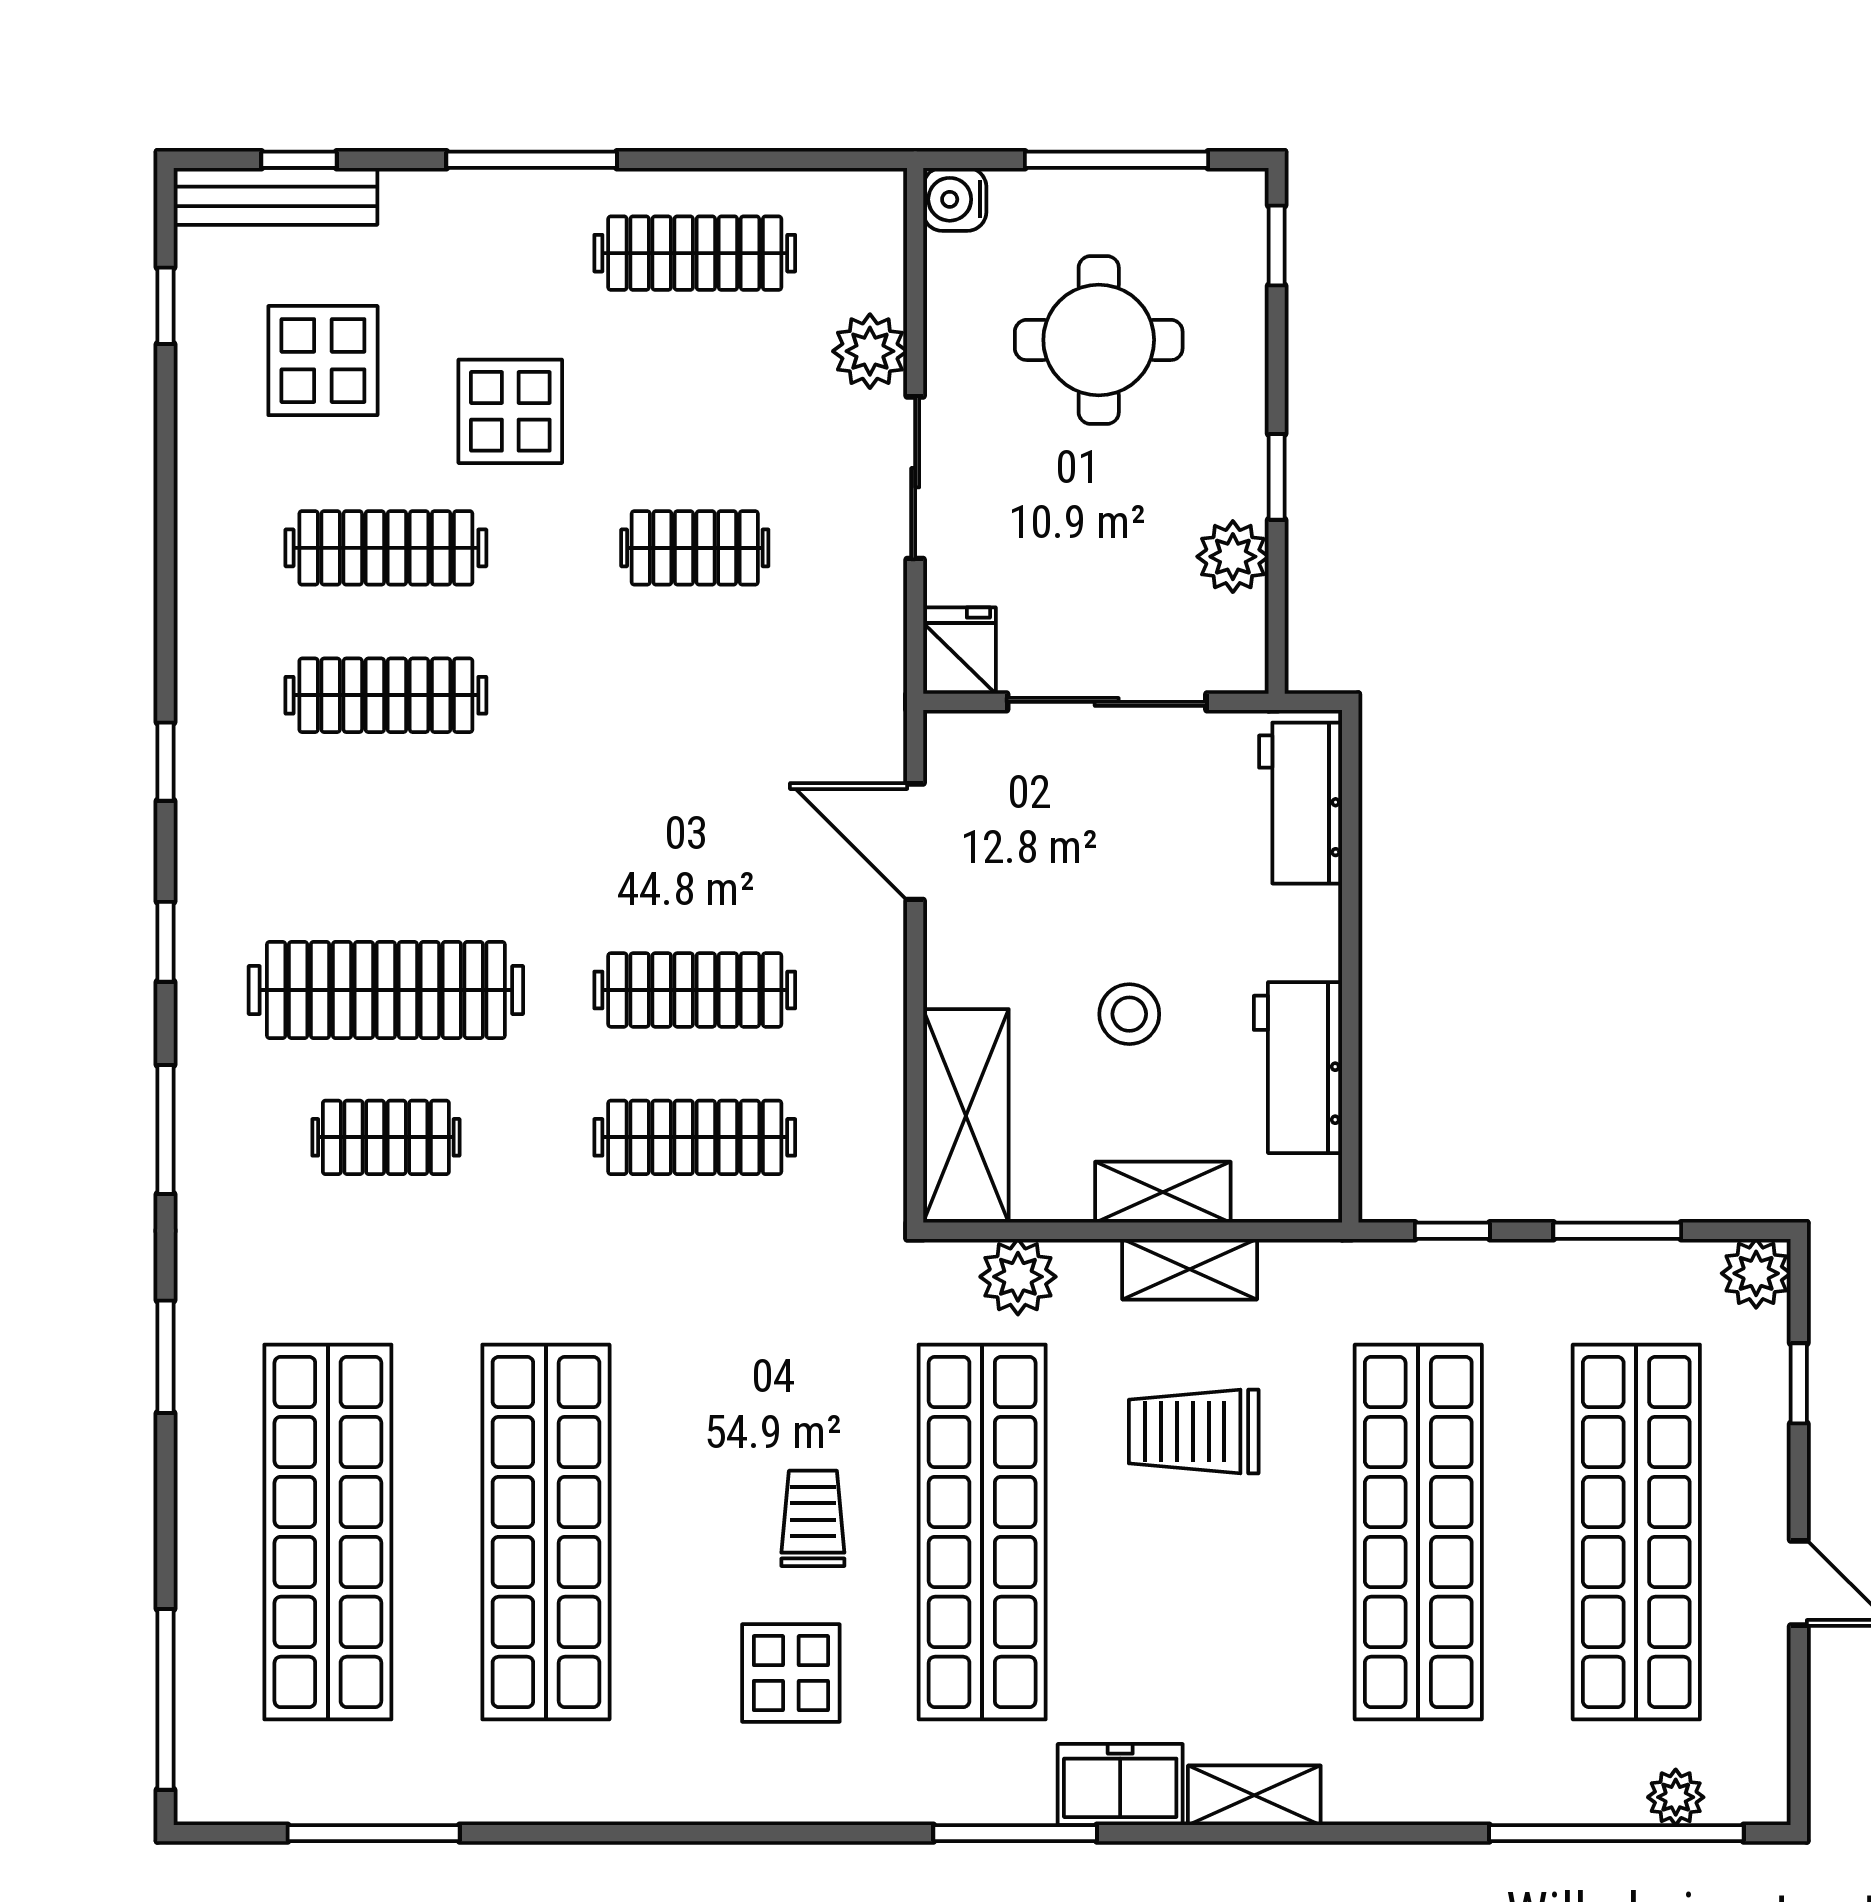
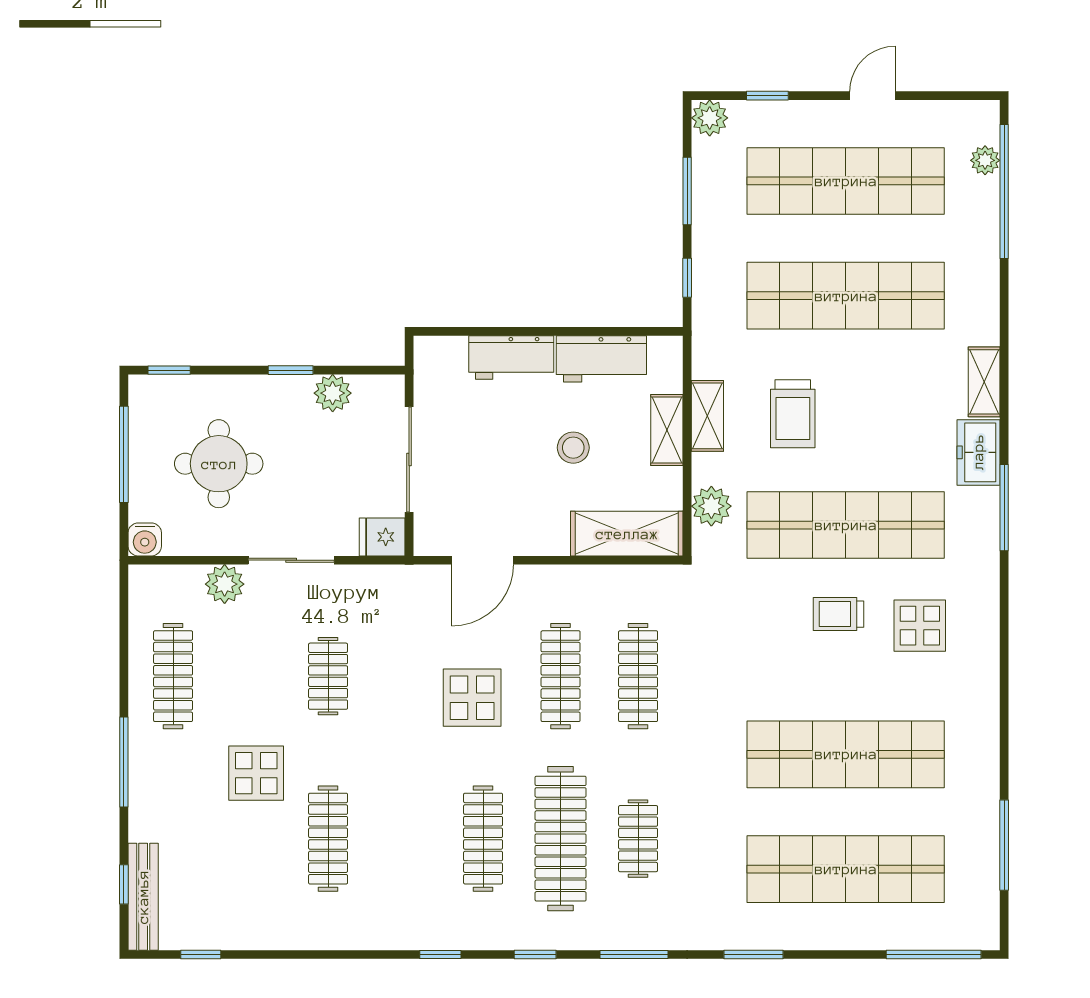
display table: (323, 361) -> (472, 698), moved
clothes rail: (386, 695) -> (483, 839), moved
workbench: (1301, 803) -> (511, 358), moved

